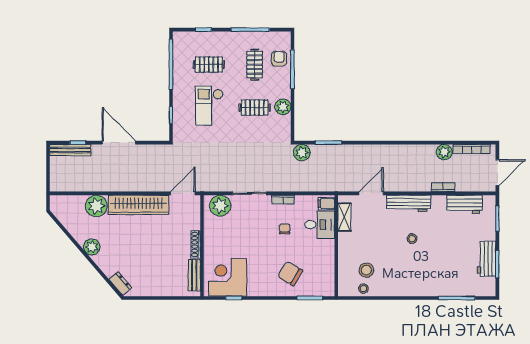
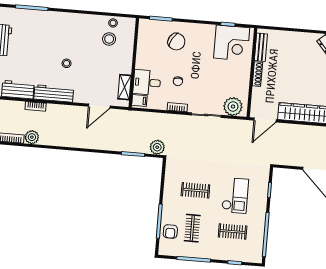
plant: (283, 107) -> (171, 189), removed
workbench: (409, 203) -> (54, 93), moved

